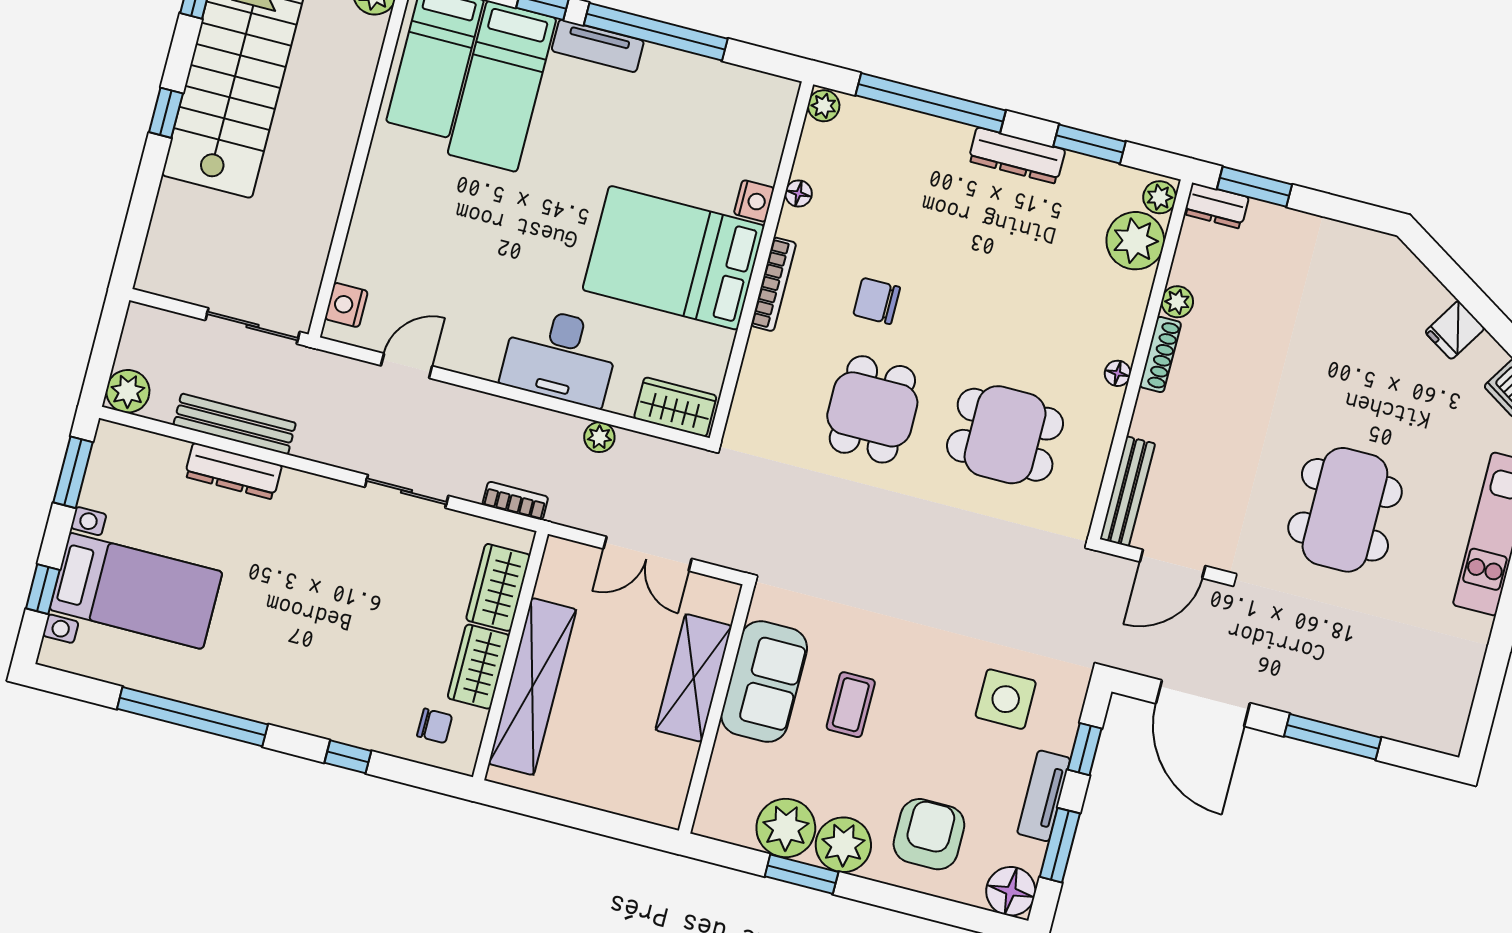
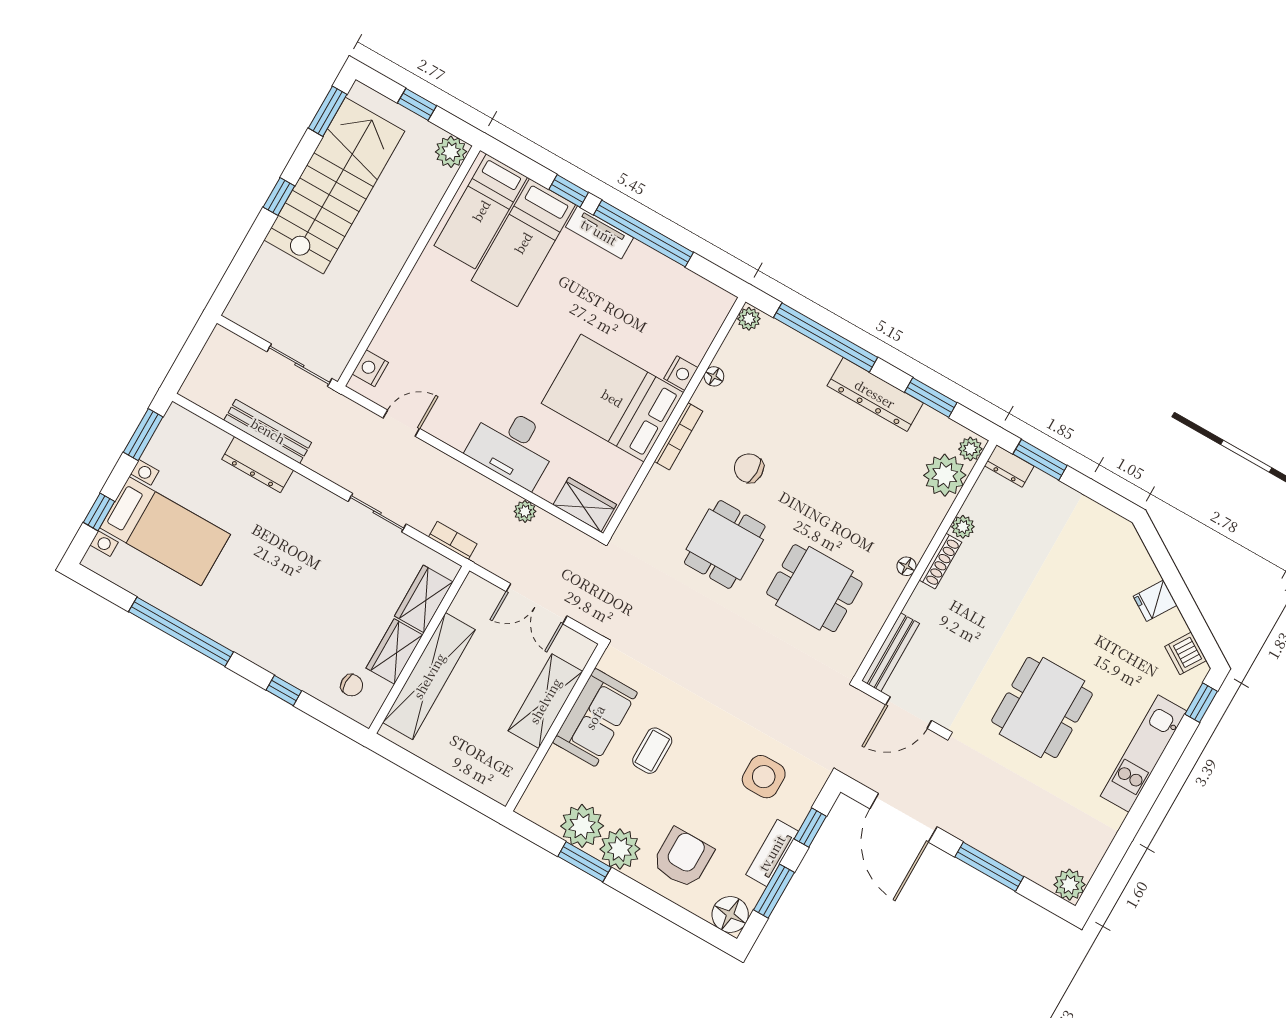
dresser: (1017, 156) -> (875, 394), width x1.37, depth x1.24
plant: (128, 391) -> (1069, 885), moved

